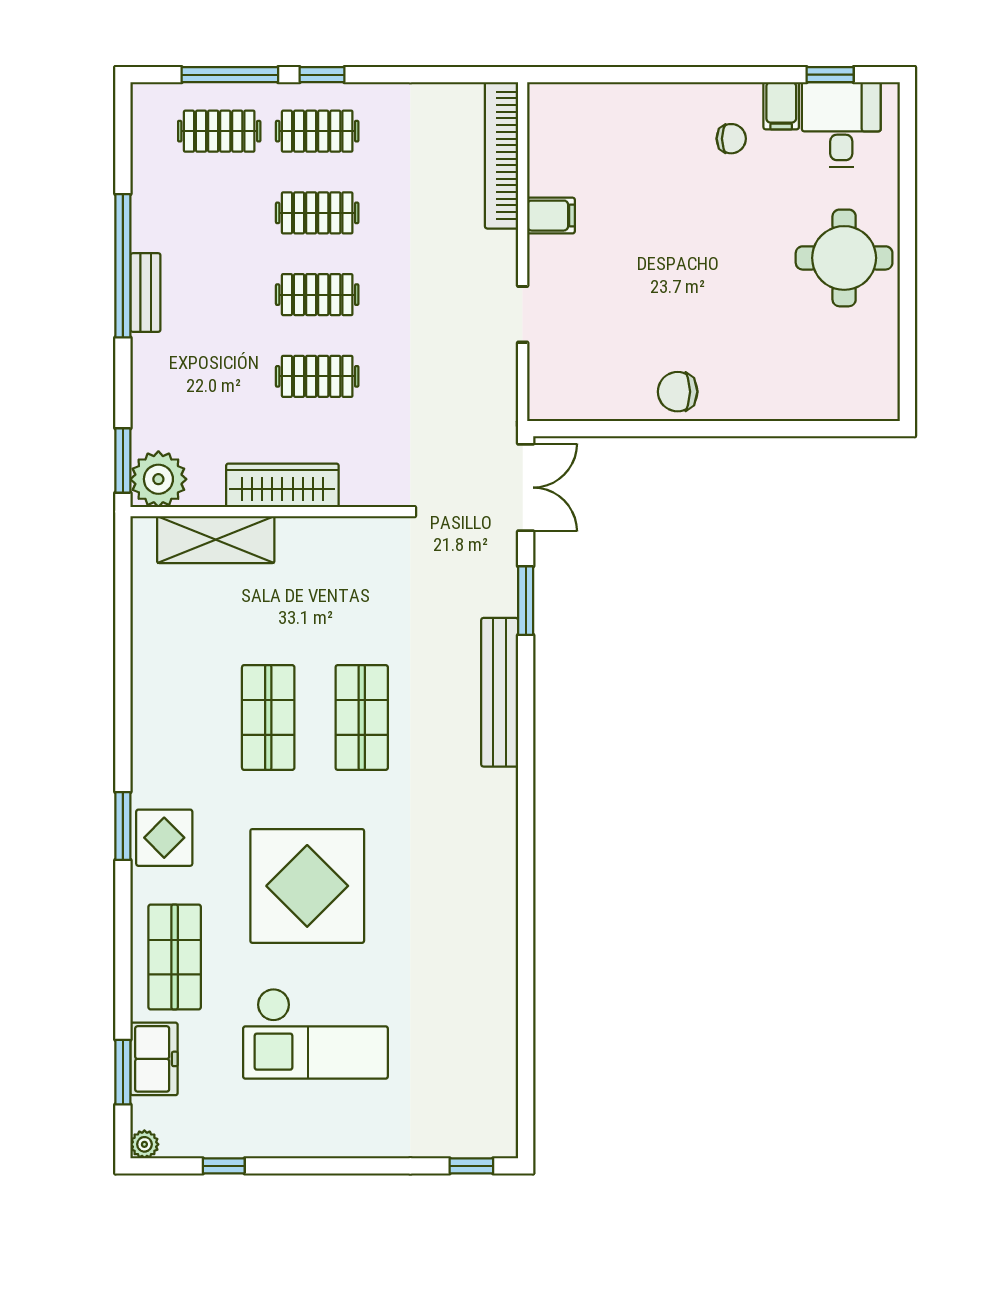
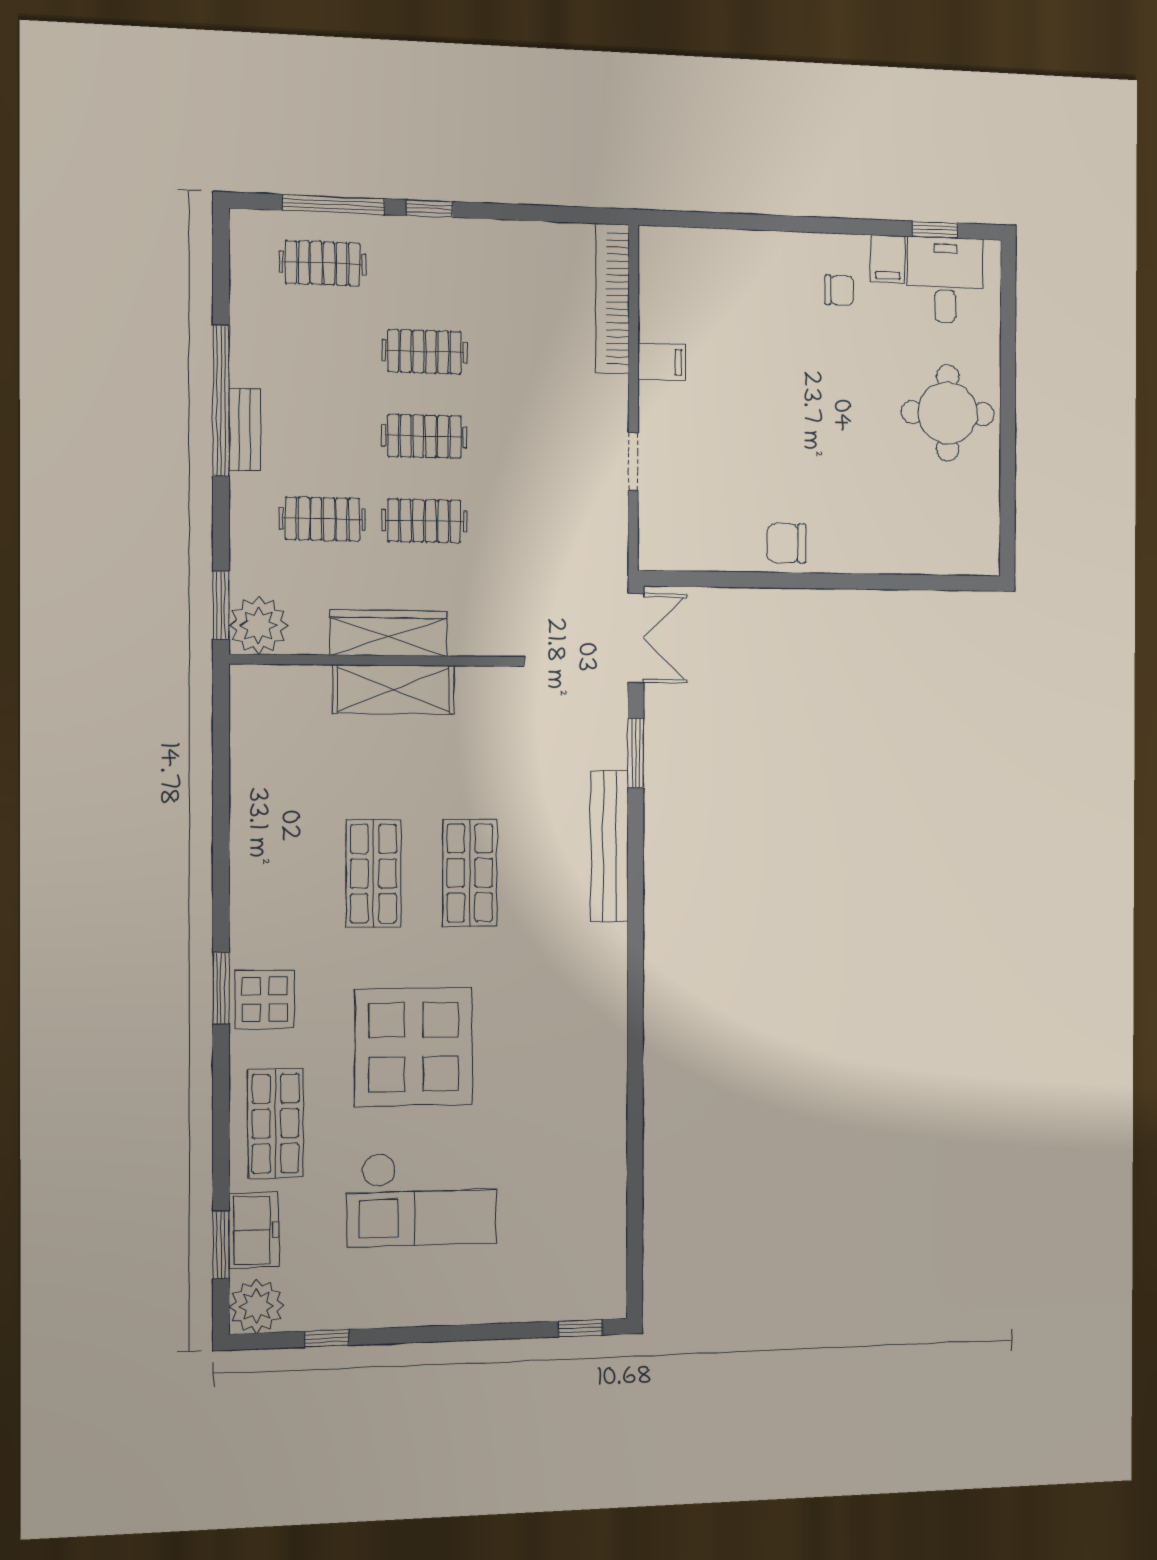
clothes rail: (317, 131) -> (323, 519), moved
shelving: (216, 540) -> (393, 689), moved
plant: (144, 1144) -> (257, 1306), width x1.87, depth x1.87

